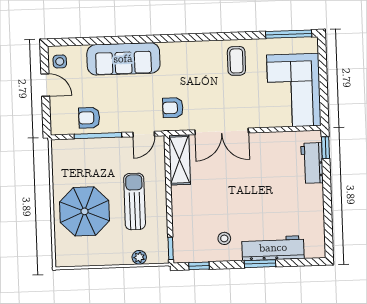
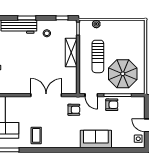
sofa: (123, 59) -> (96, 139), width x0.73
armchair: (89, 118) -> (112, 105), moved
door: (144, 134) -> (91, 95), swing flipped
shelving: (180, 160) -> (71, 52), moved
parasol: (85, 211) -> (123, 74), moved

